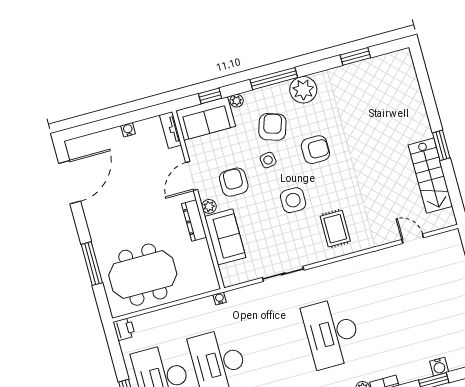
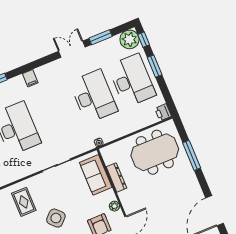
side table: (293, 200) -> (56, 218), turned 45
dresser: (194, 220) -> (116, 177), moved
sofa: (225, 237) -> (96, 175), moved

